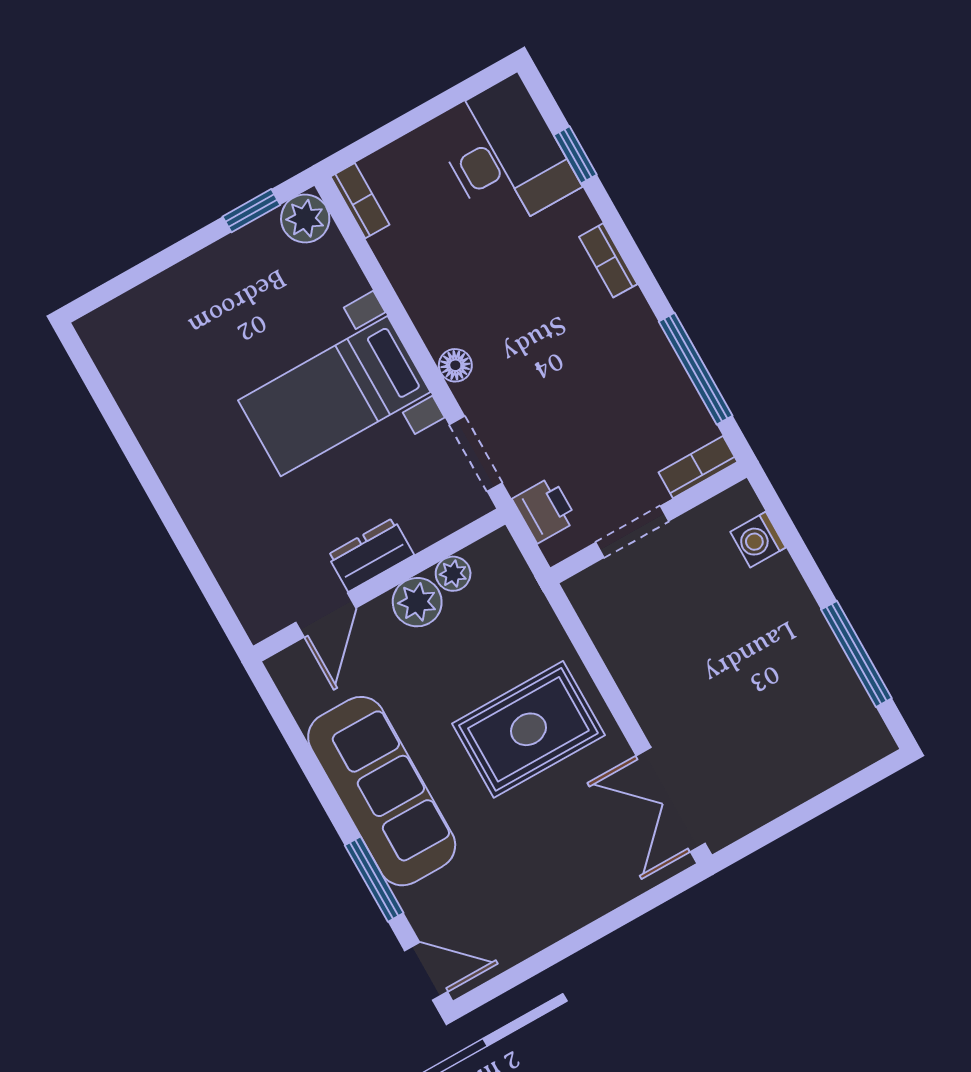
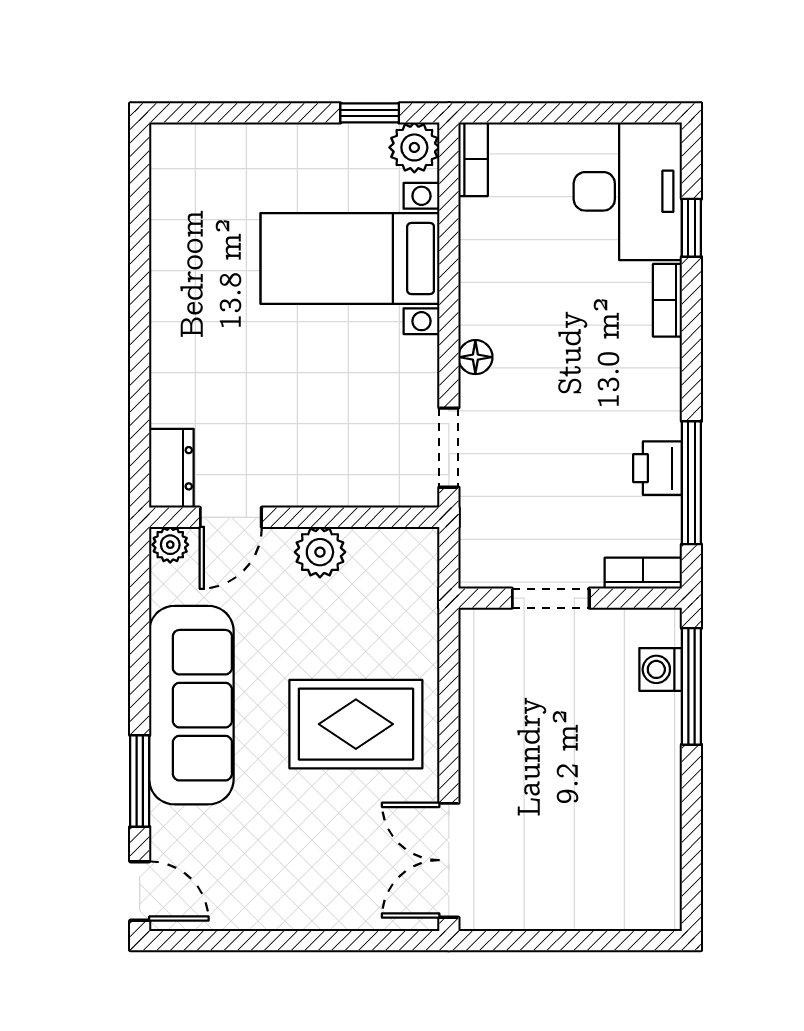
bookcase: (608, 260) -> (667, 300), moved
bed with nightstands: (334, 396) -> (350, 258), moved
printer: (545, 510) -> (658, 468), moved, turned 180
dresser: (371, 555) -> (171, 468), moved, turned 90
plant: (453, 574) -> (170, 545), moved
window: (856, 654) -> (691, 686), moved

